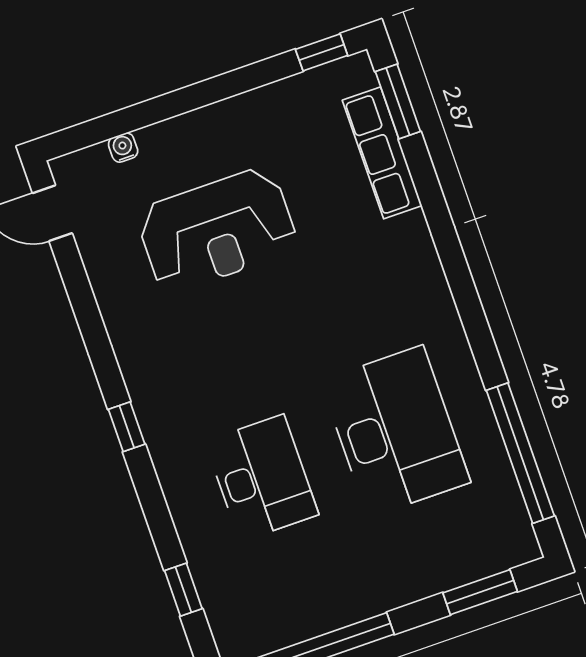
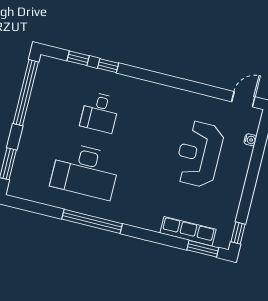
window: (127, 427) -> (108, 66), moved
window: (520, 453) -> (92, 221), moved
desk: (262, 478) -> (100, 112), width x0.73

